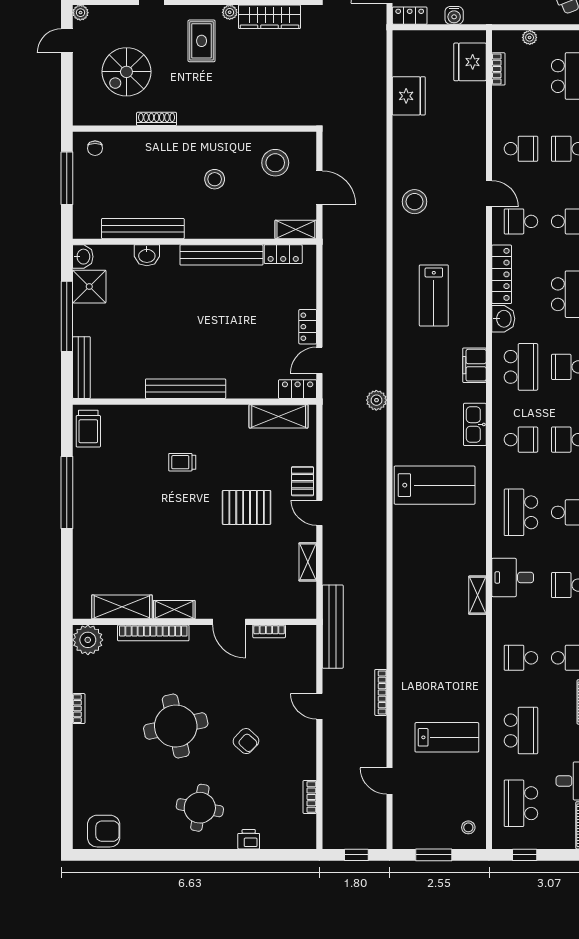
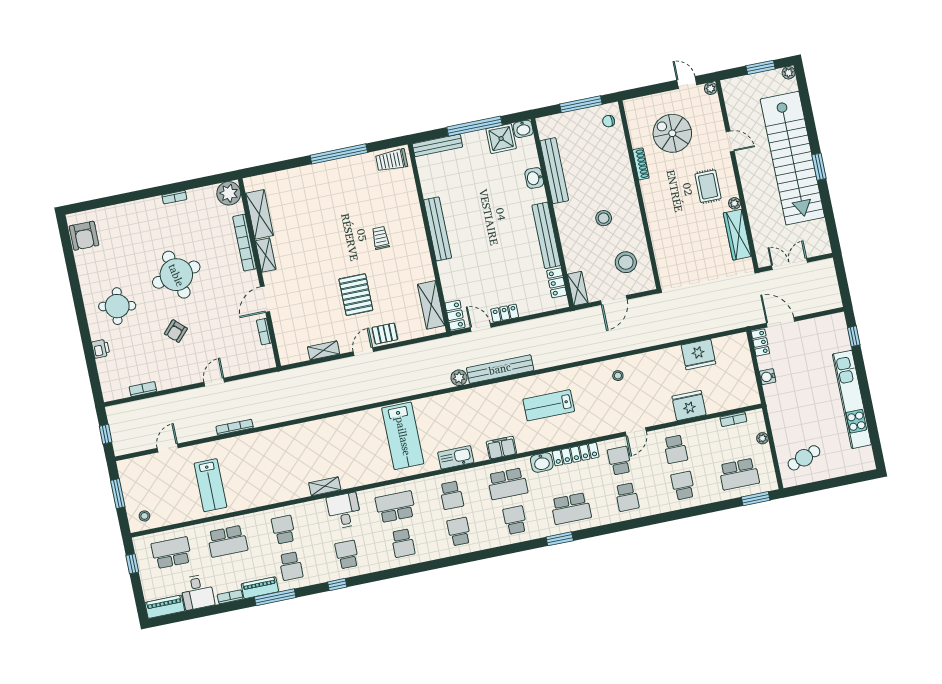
rug: (202, 41) -> (708, 186), turned 90
fridge: (470, 62) -> (689, 406), moved
stool: (415, 202) -> (618, 376), width x0.53, depth x0.53
bench: (333, 627) -> (500, 369), moved

